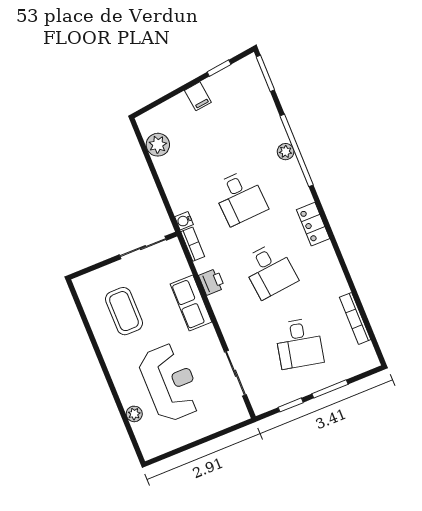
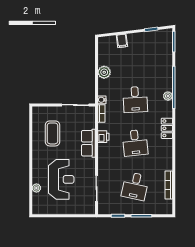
filing cabinet: (198, 96) -> (122, 41), moved
plant: (158, 145) -> (104, 72), moved
plant: (286, 152) -> (168, 96), moved

